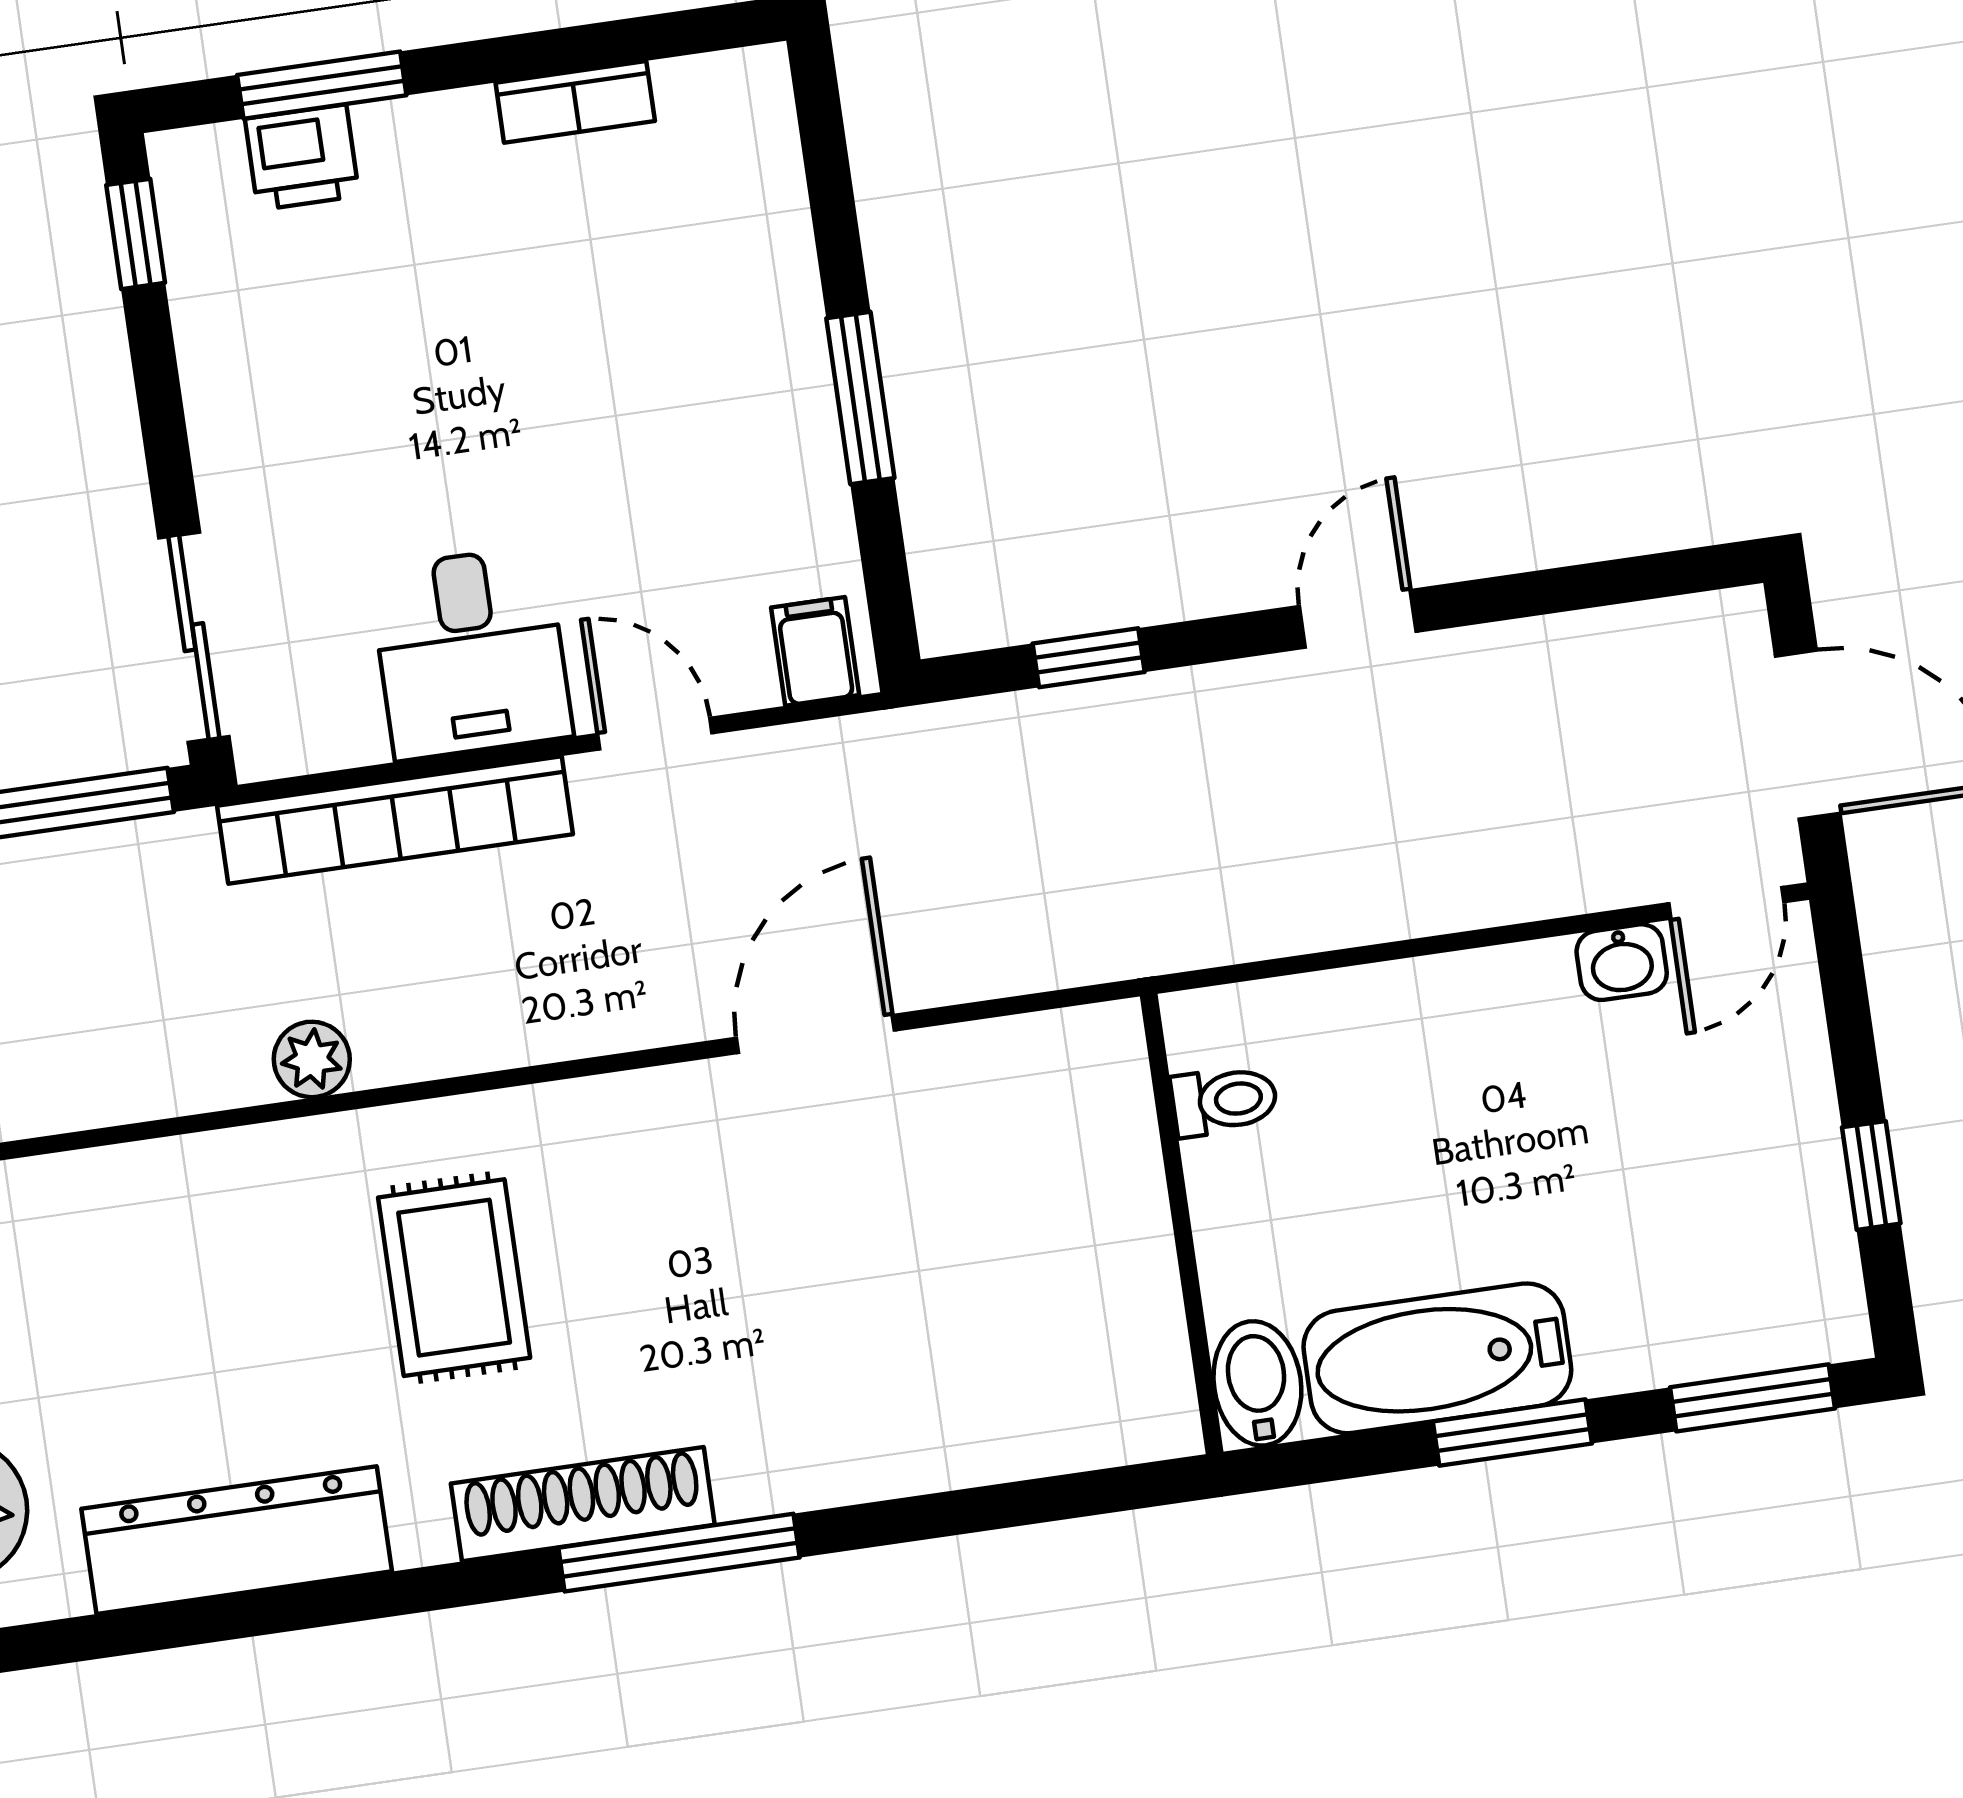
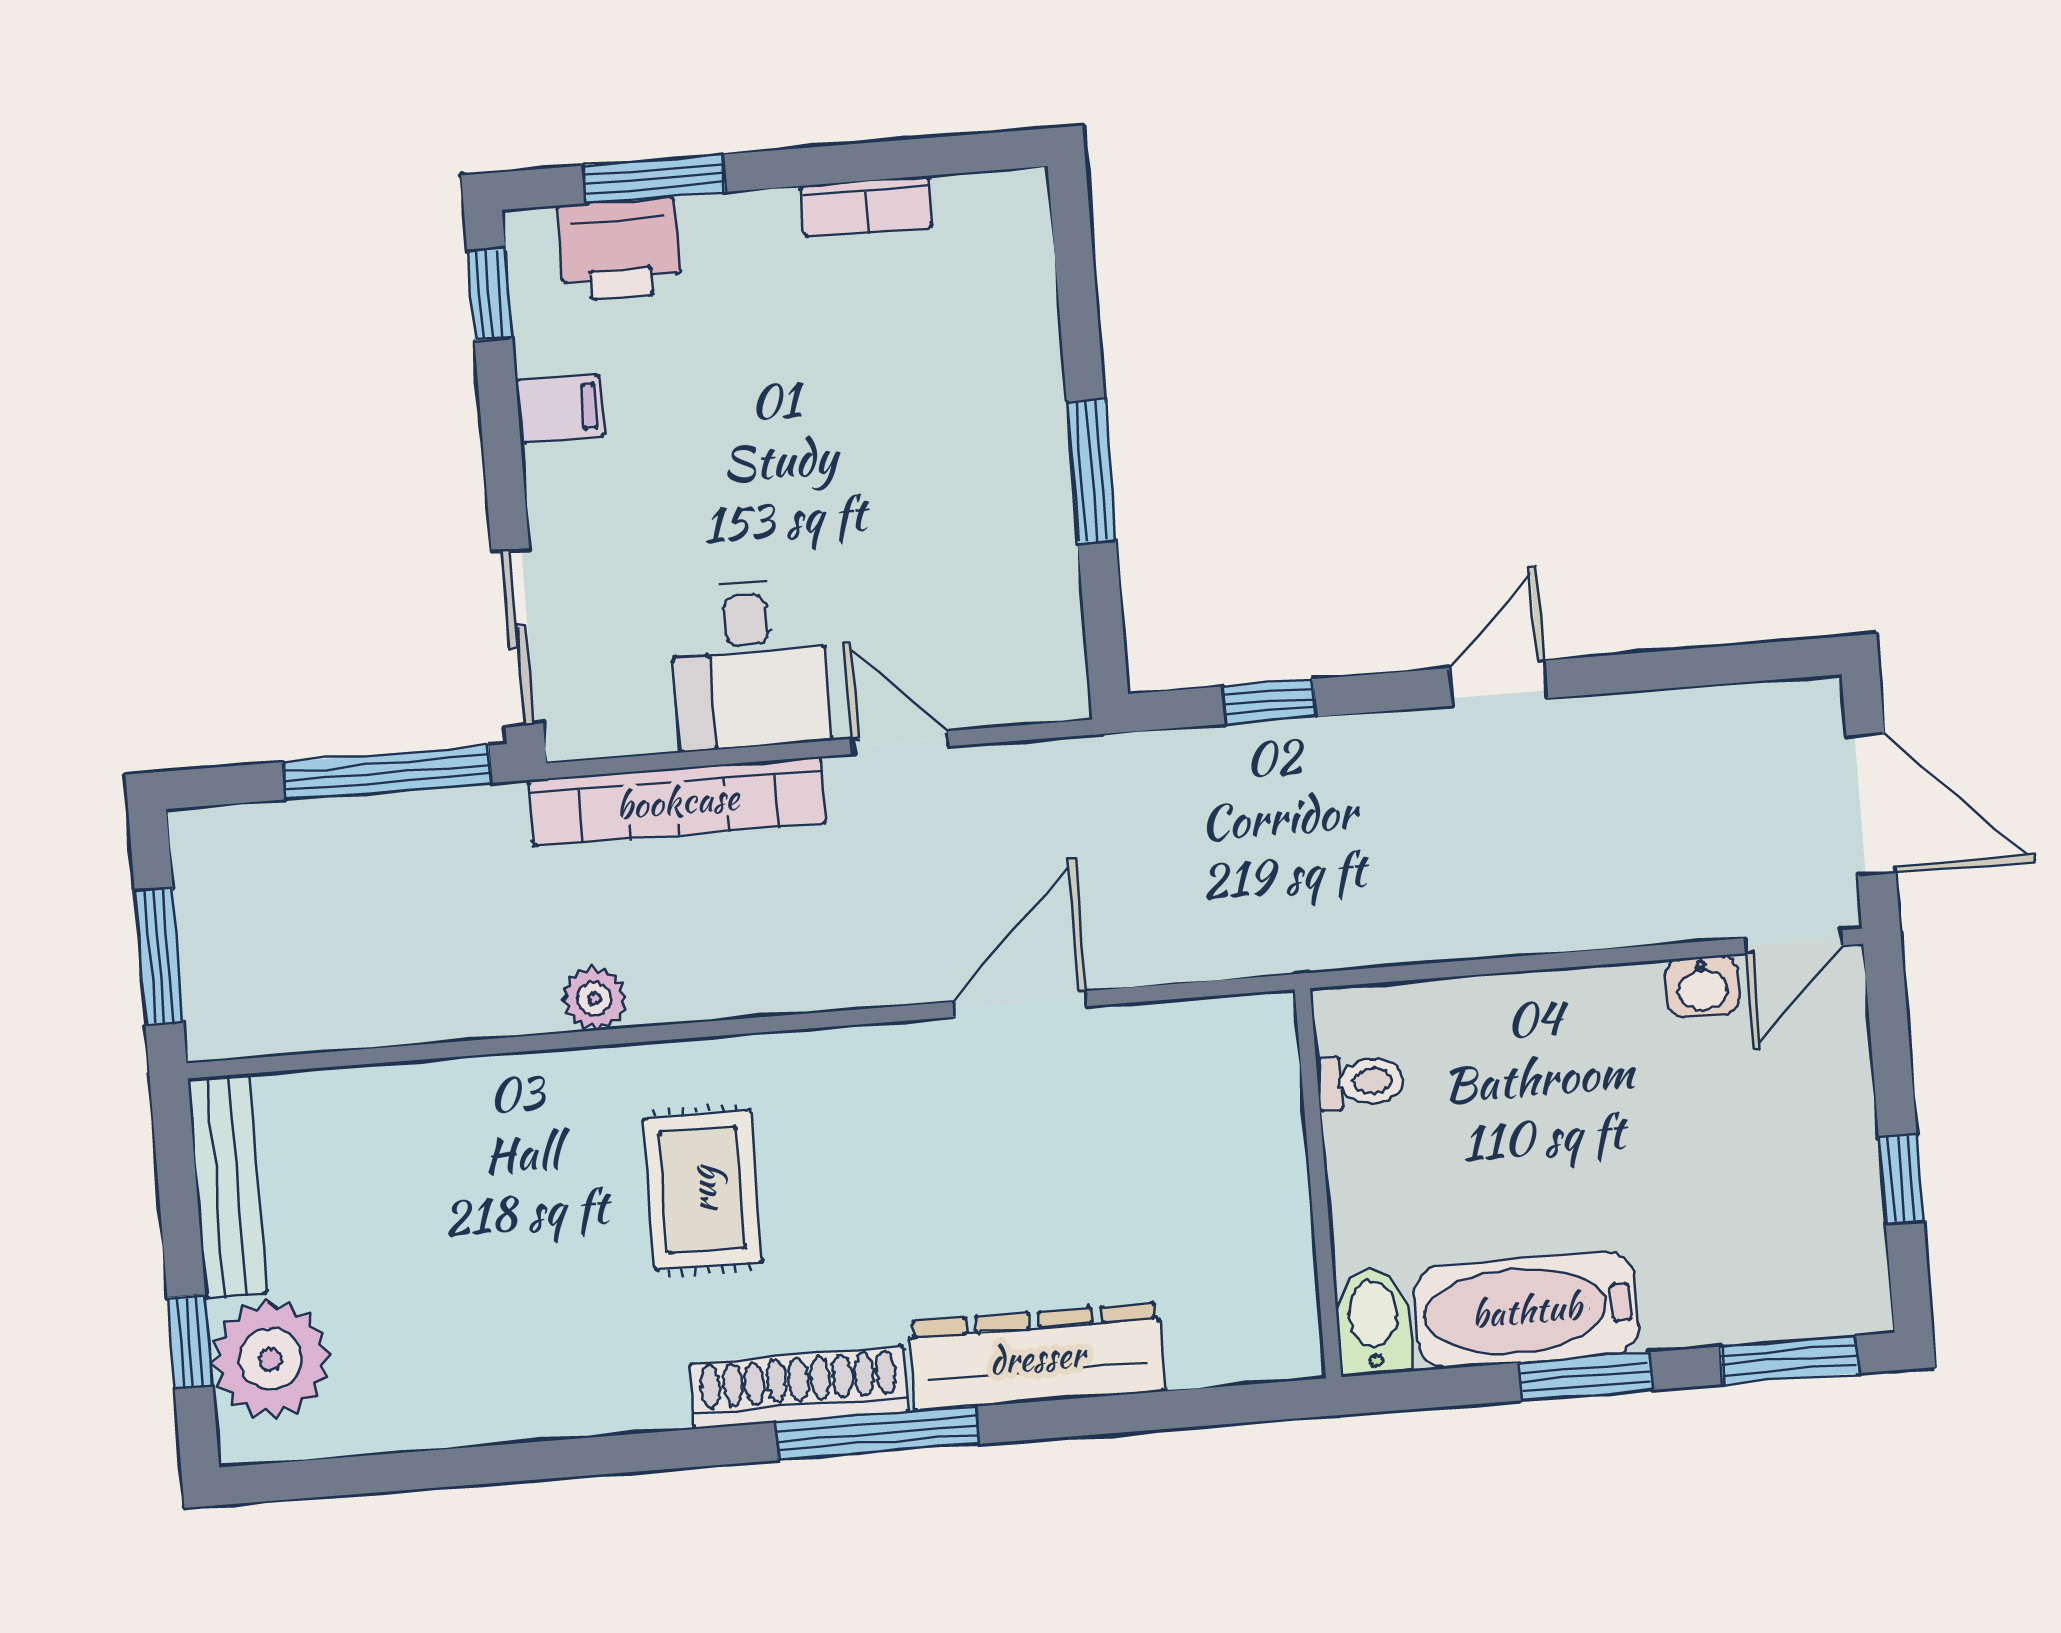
printer: (302, 157) -> (619, 249), width x1.36, depth x1.24
filing cabinet: (815, 651) -> (560, 409), moved, turned 90
dresser: (237, 1540) -> (1037, 1357), moved

